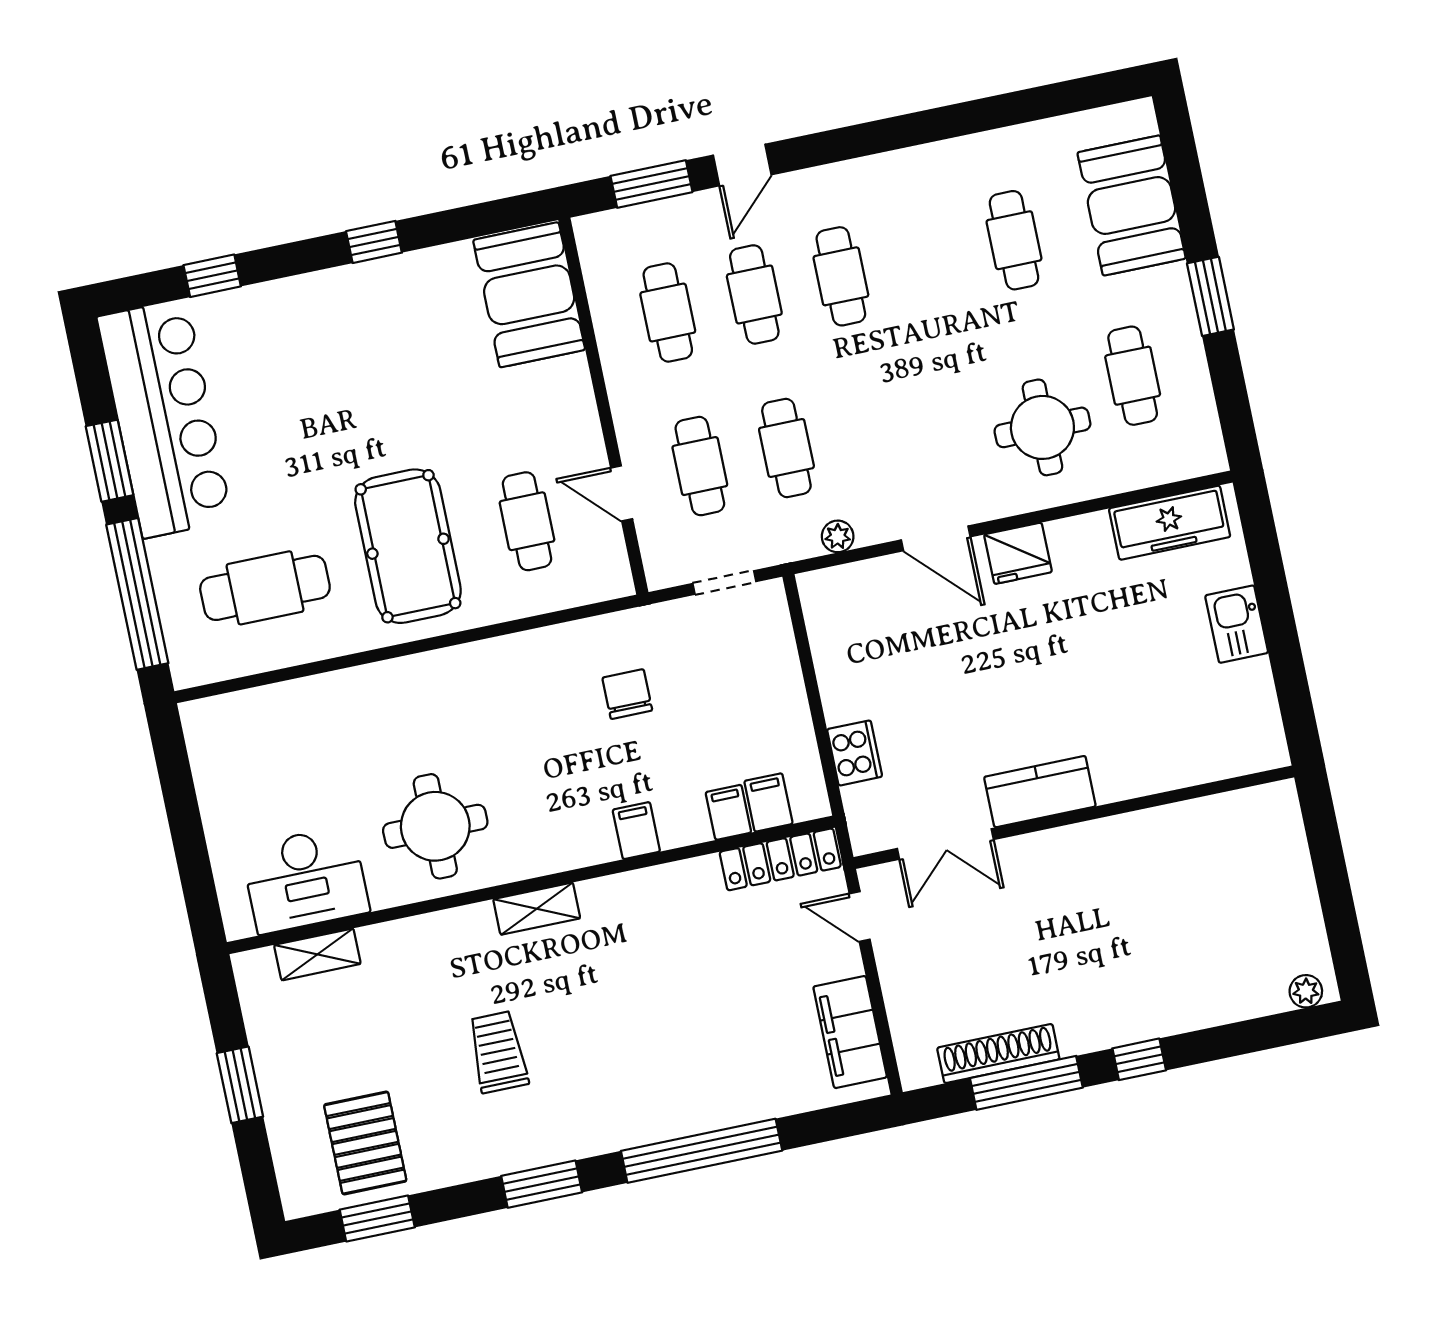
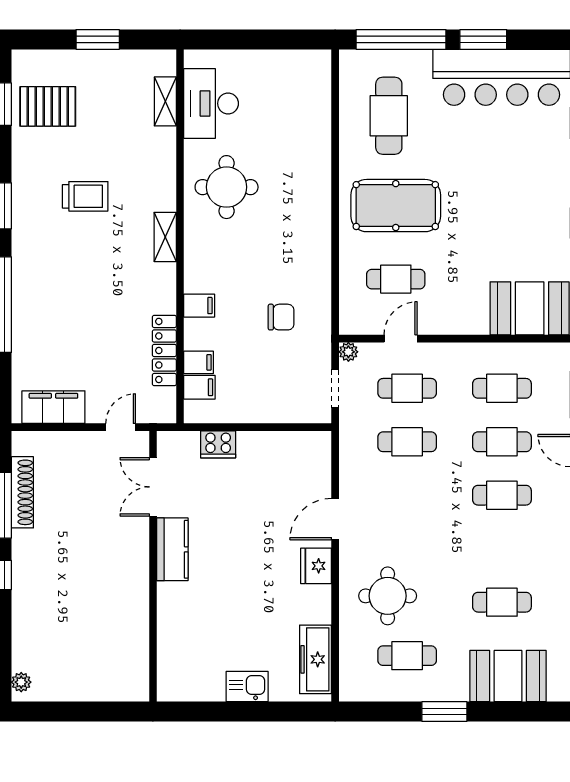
plant: (838, 536) -> (348, 352), moved
locker: (780, 859) -> (164, 350), moved

